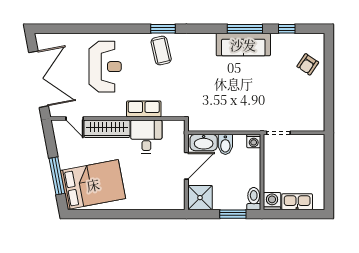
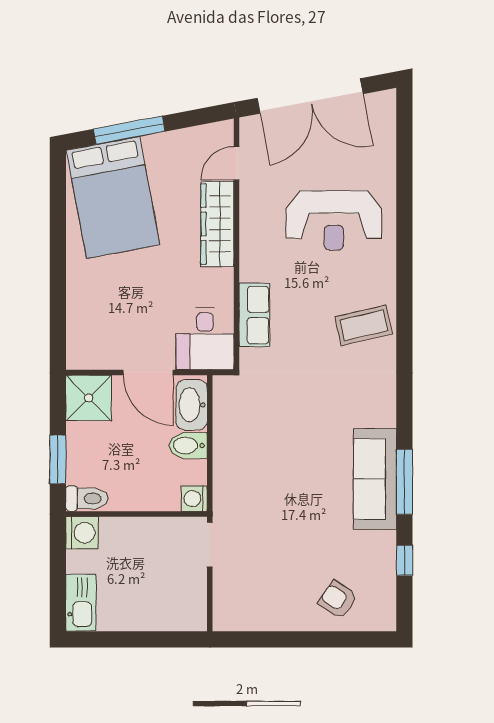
window: (163, 29) -> (404, 329), removed
row of seats: (144, 109) -> (254, 315), moved
desk: (146, 137) -> (205, 339), moved, turned 90
kitchen sink: (297, 202) -> (81, 603), moved

